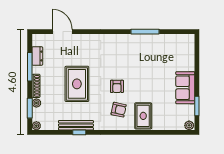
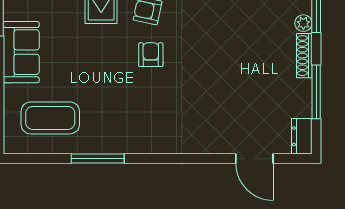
coffee table: (170, 53) -> (50, 118), added
dresser: (37, 56) -> (302, 136), moved
rug: (77, 84) -> (227, 59), removed

